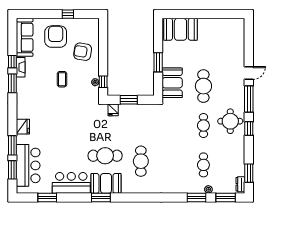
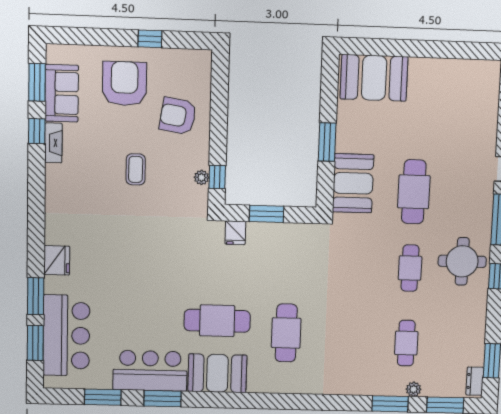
sofa: (25, 37) -> (62, 93), width x0.73
window: (12, 83) -> (37, 82), moved
window: (101, 197) -> (163, 399), moved

